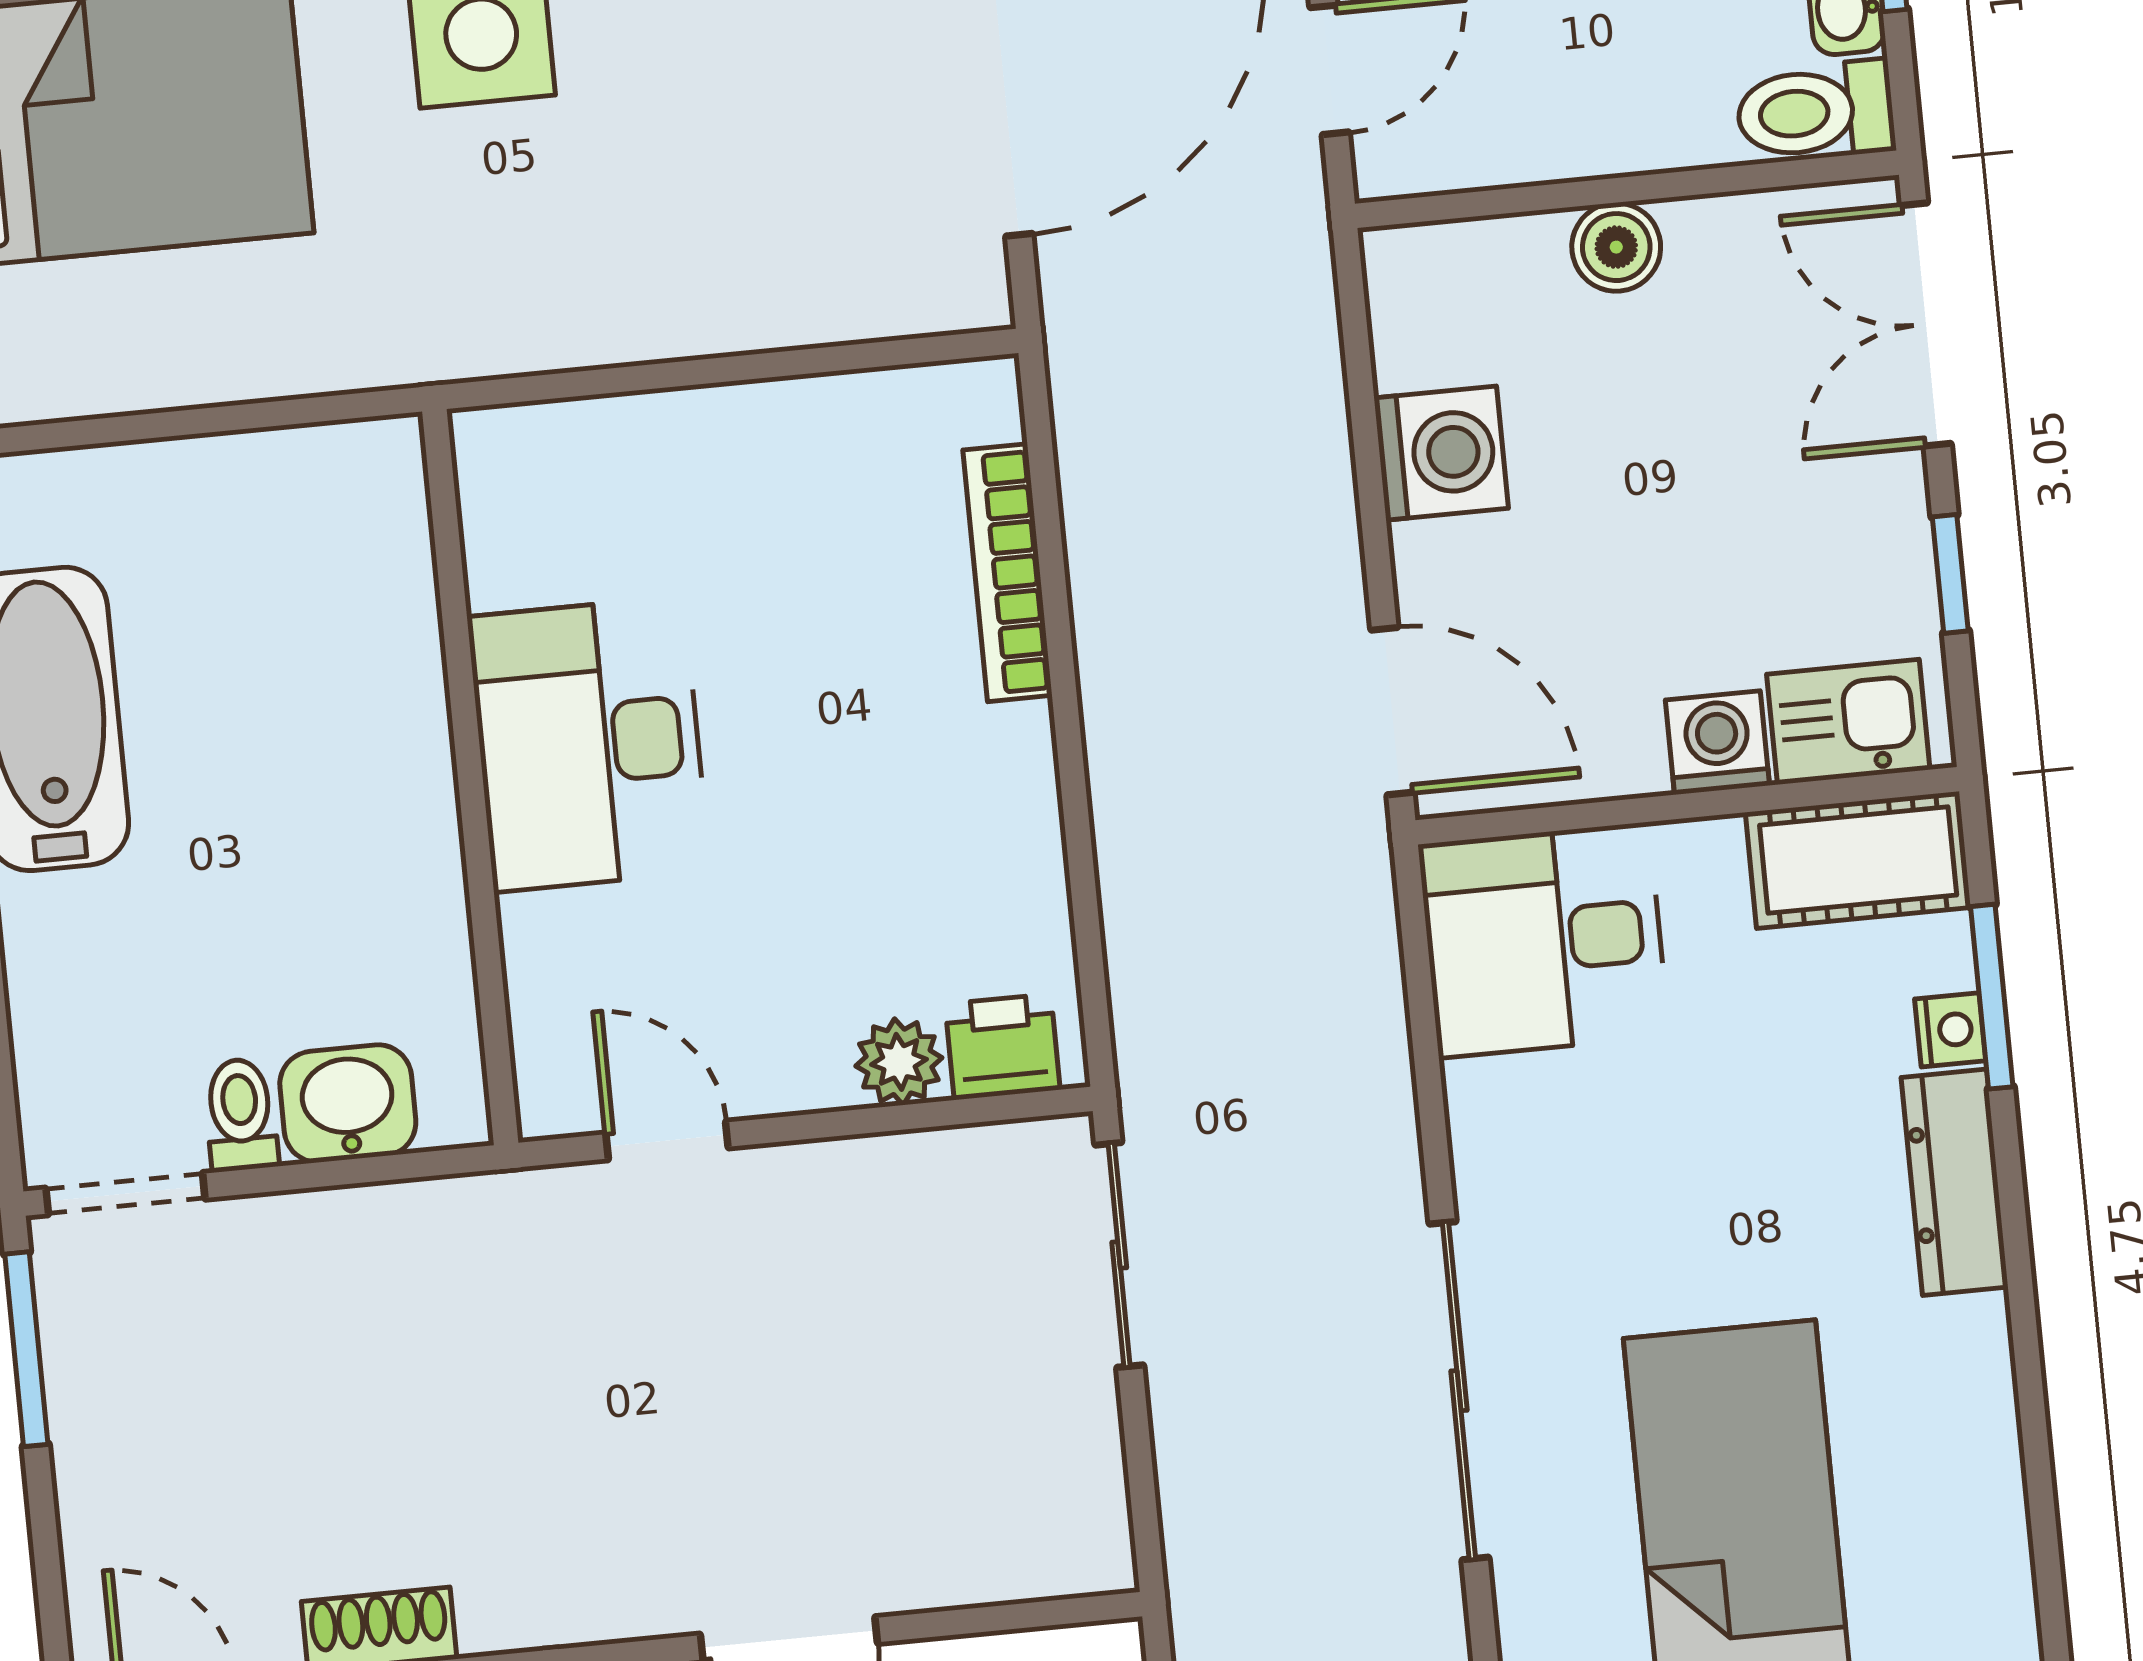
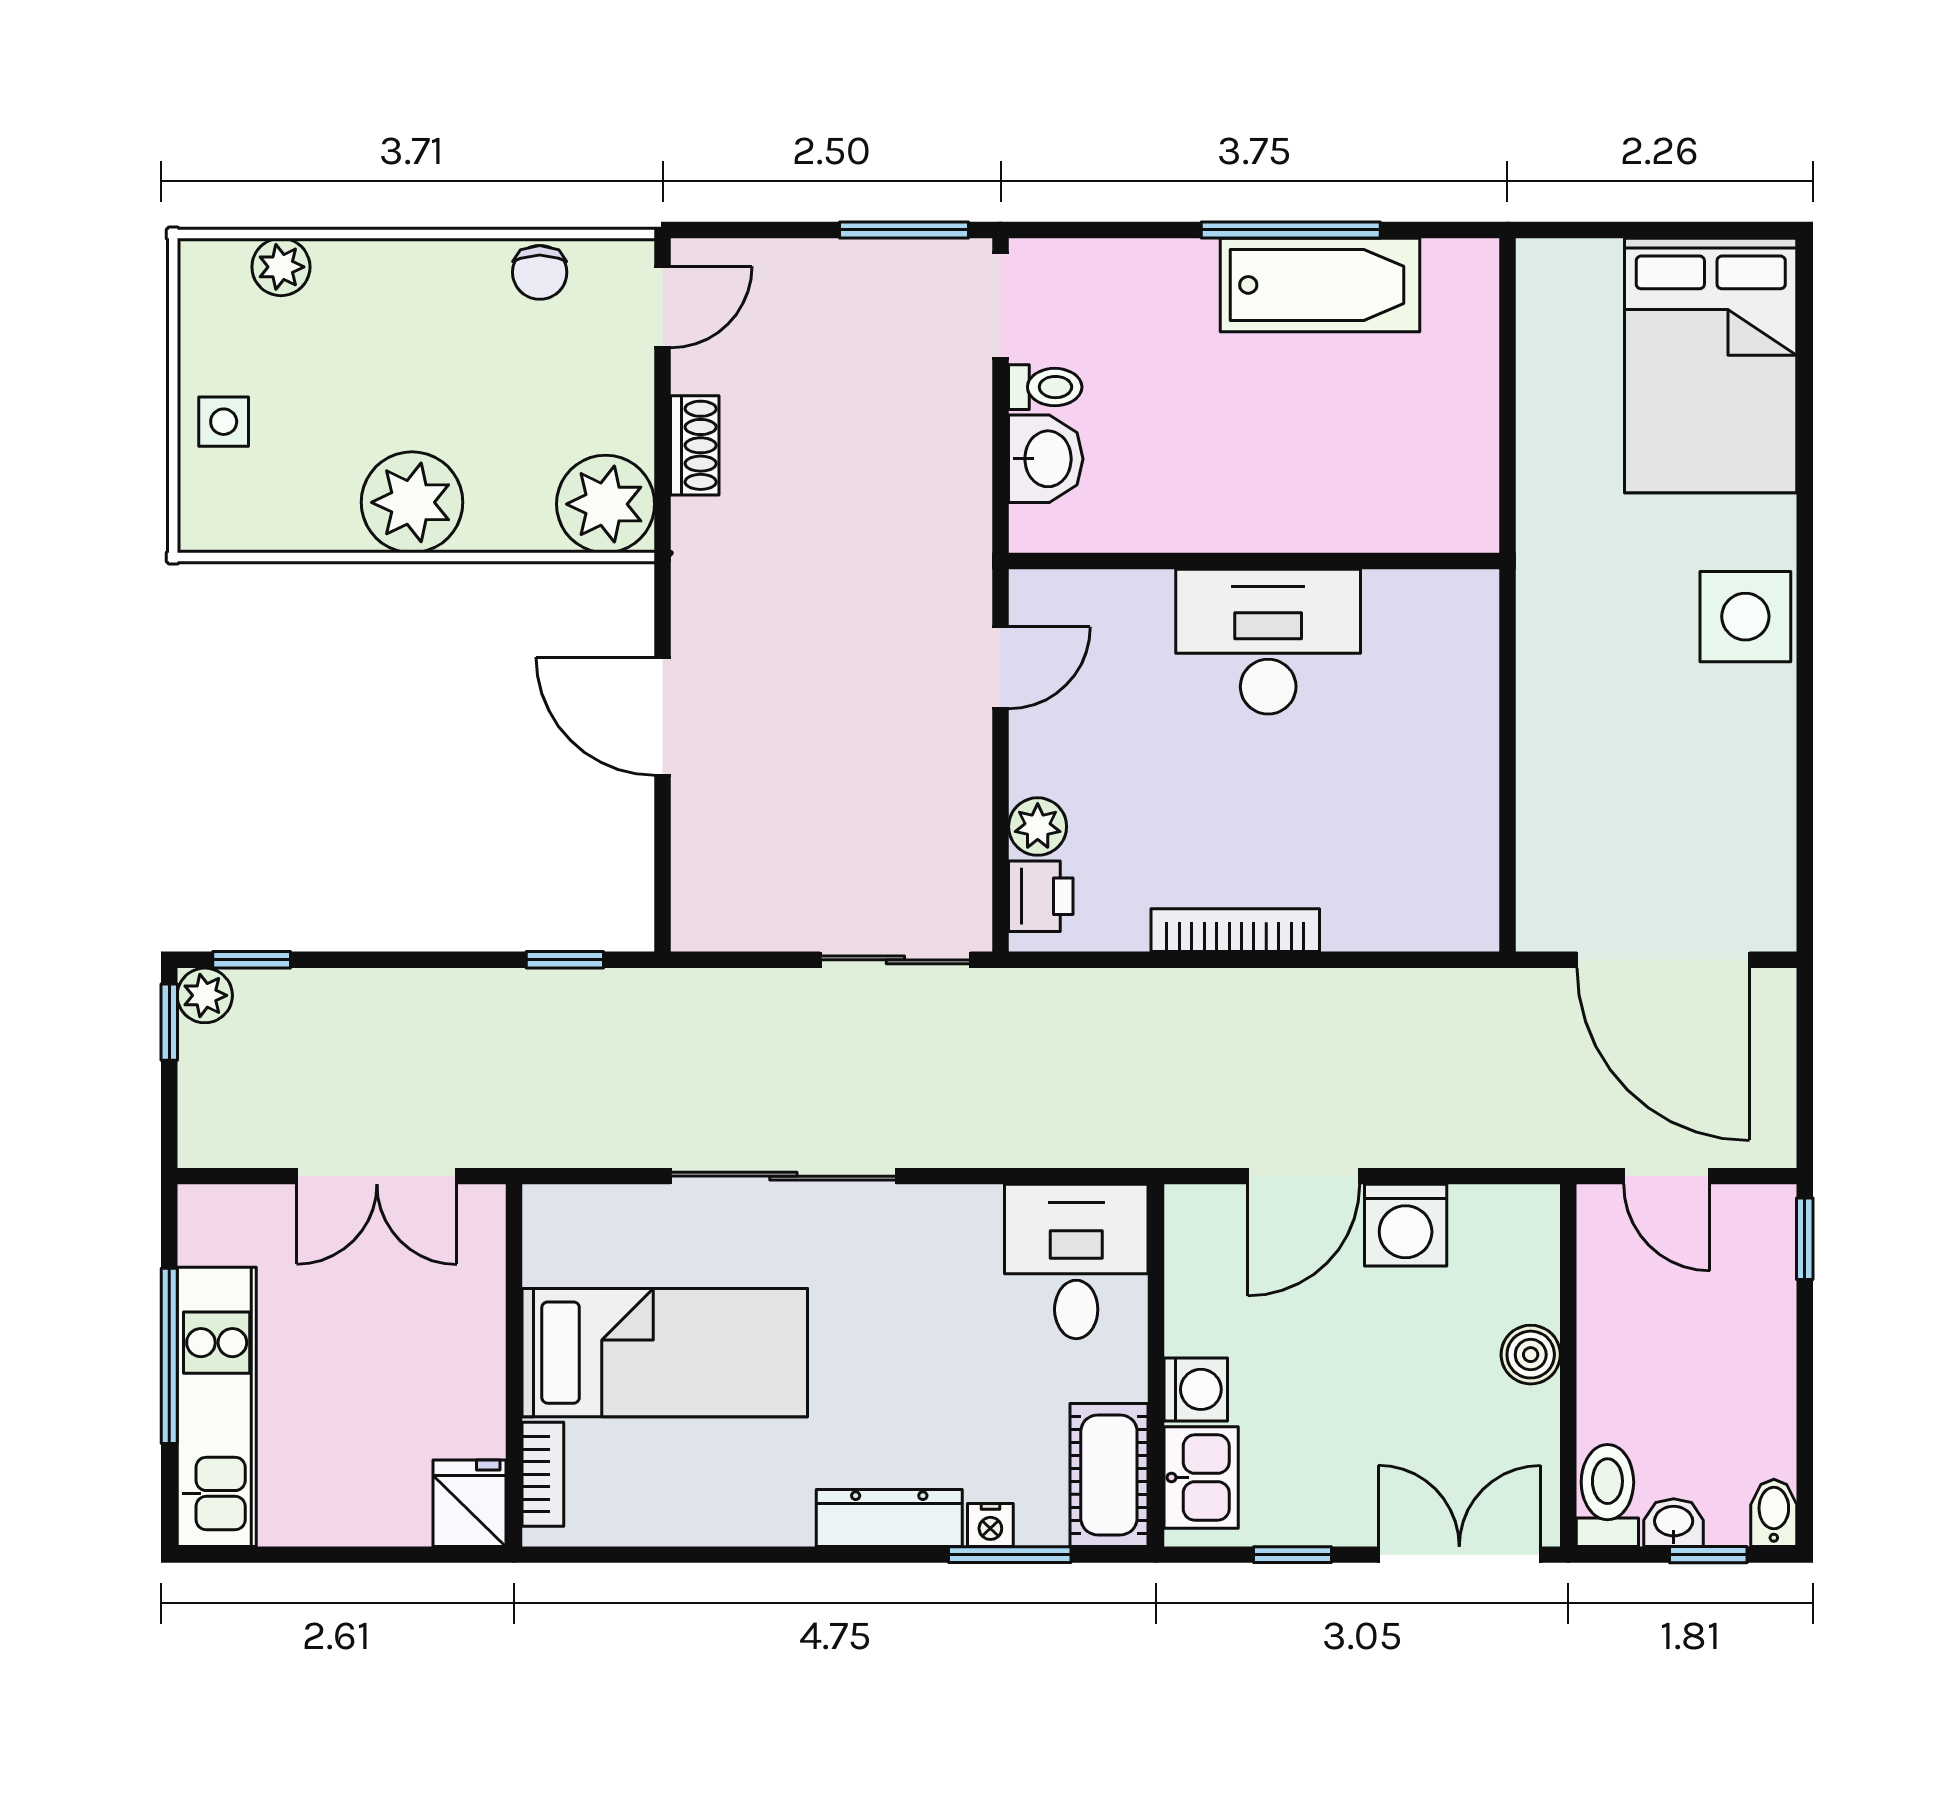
bookcase: (1007, 573) -> (1235, 930), moved
door: (1392, 711) -> (1304, 1176), moved

